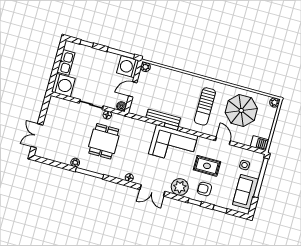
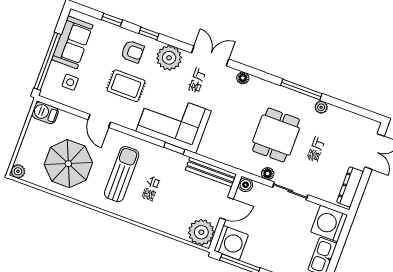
plant: (145, 67) -> (201, 232), width x1.88, depth x1.88
dresser: (51, 111) -> (350, 187), added
bench: (163, 118) -> (211, 172), moved

